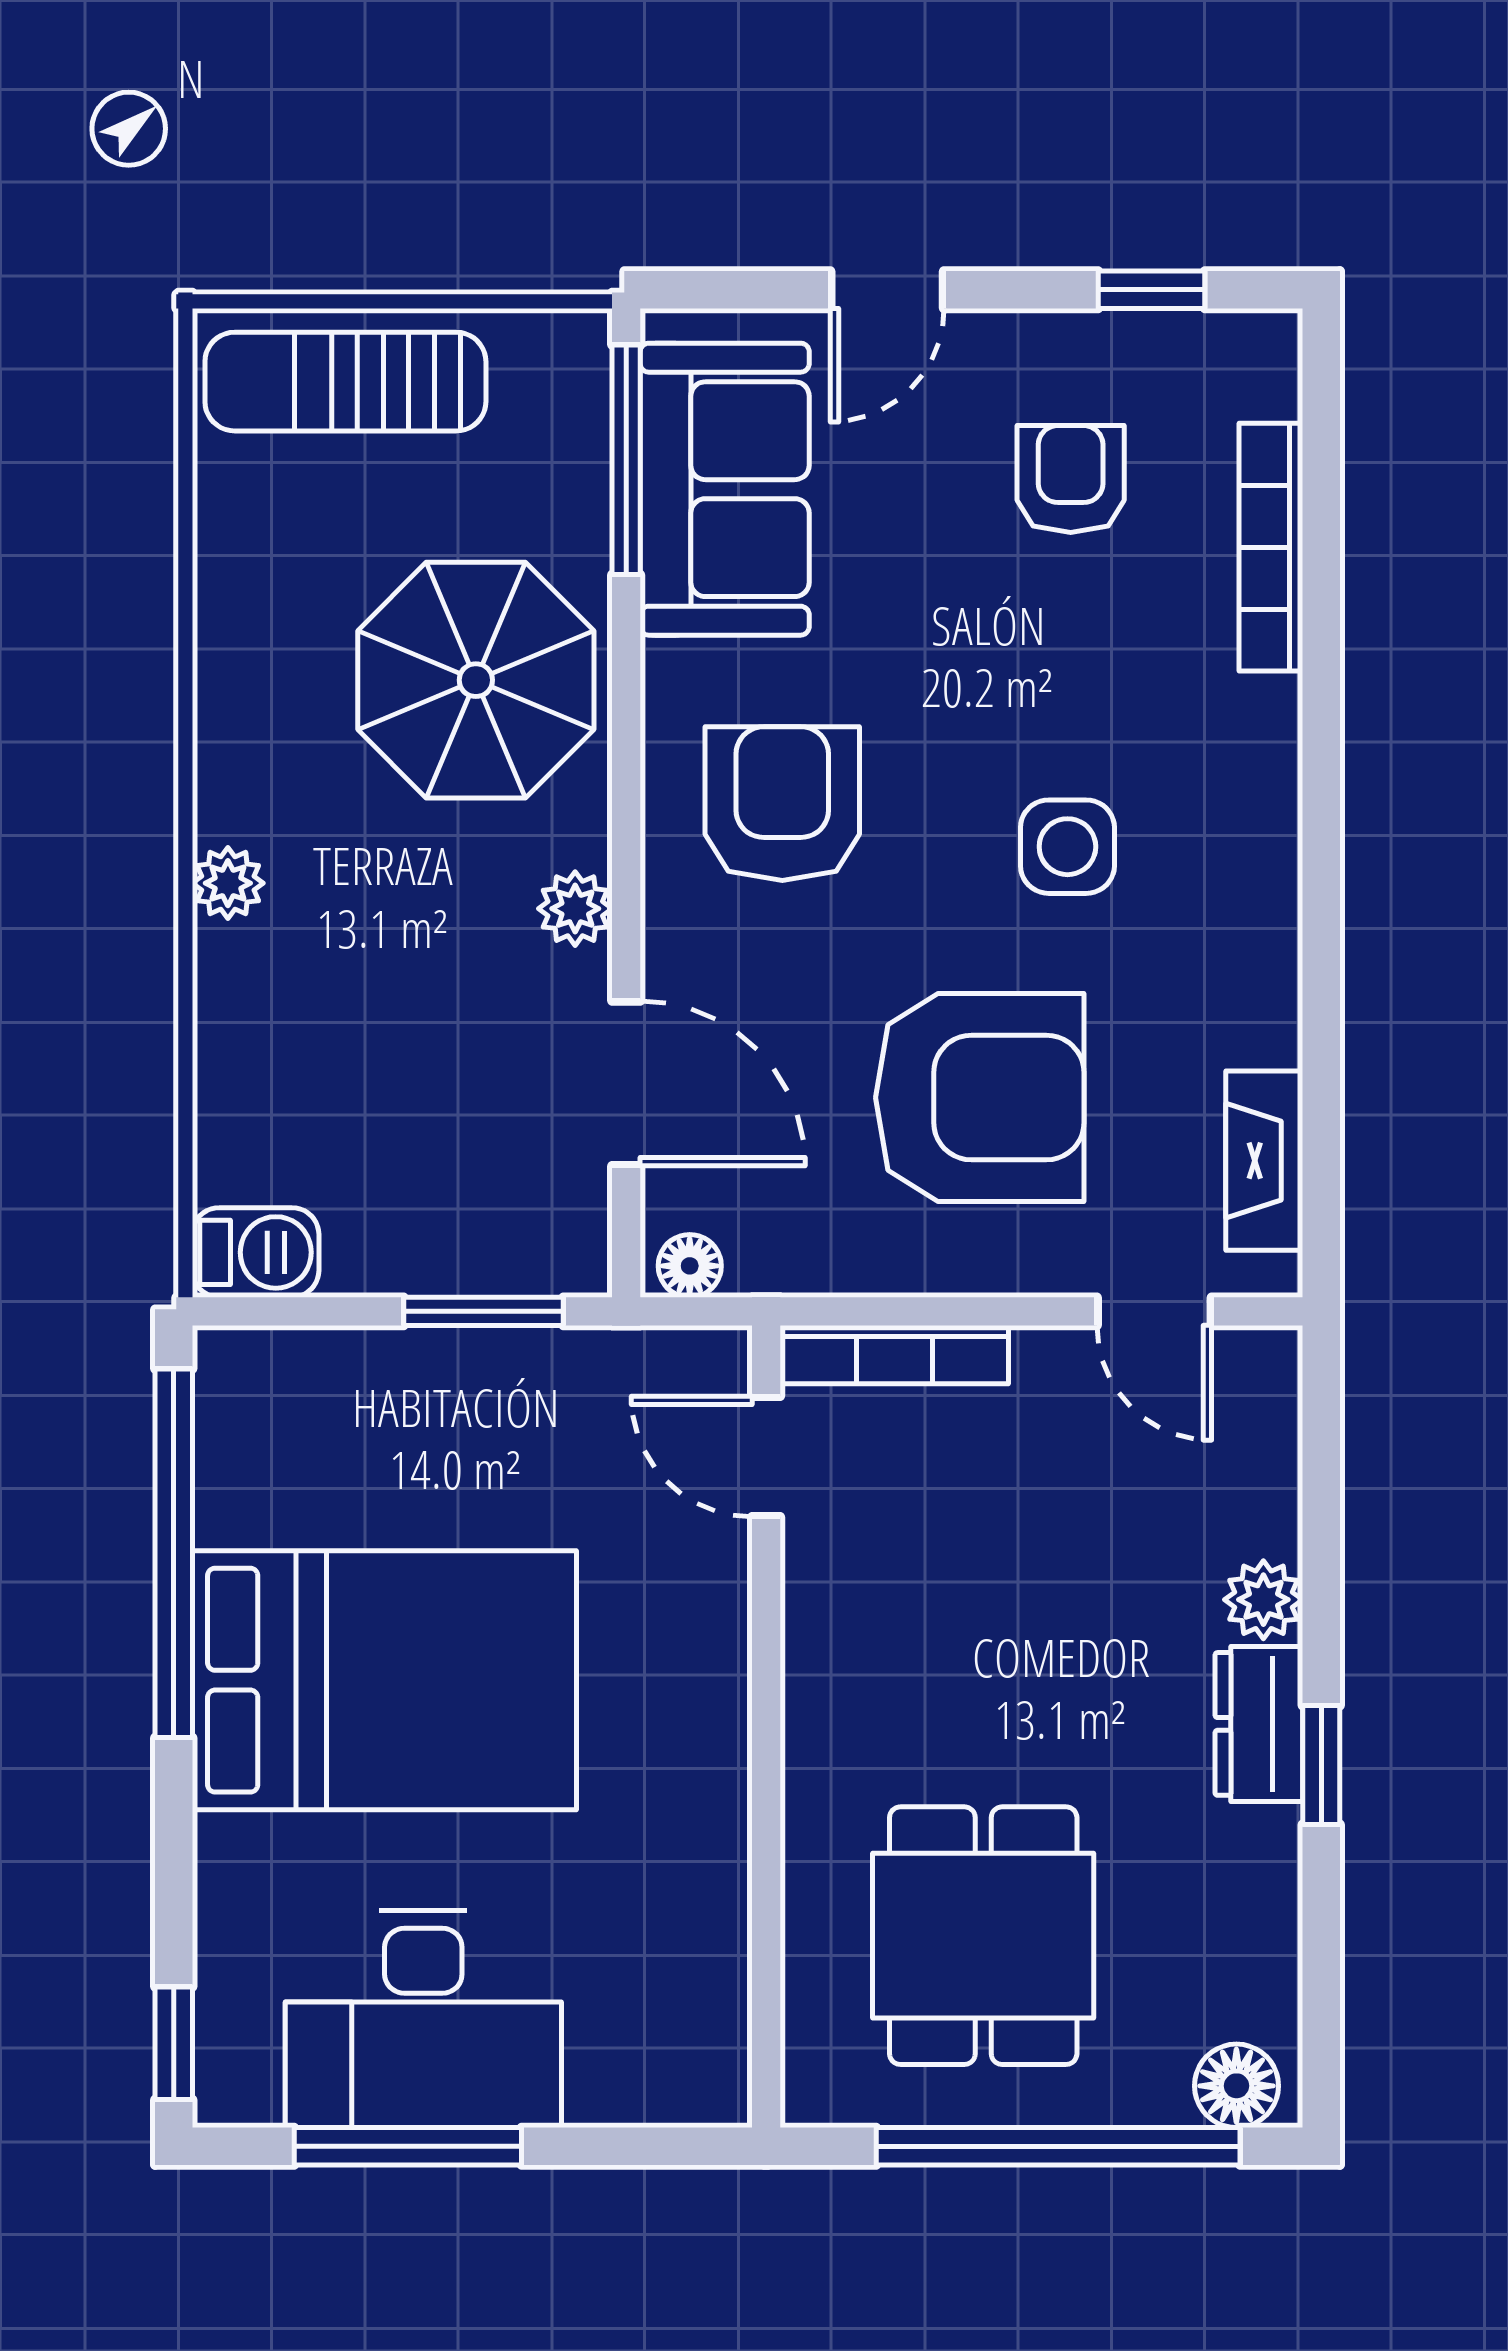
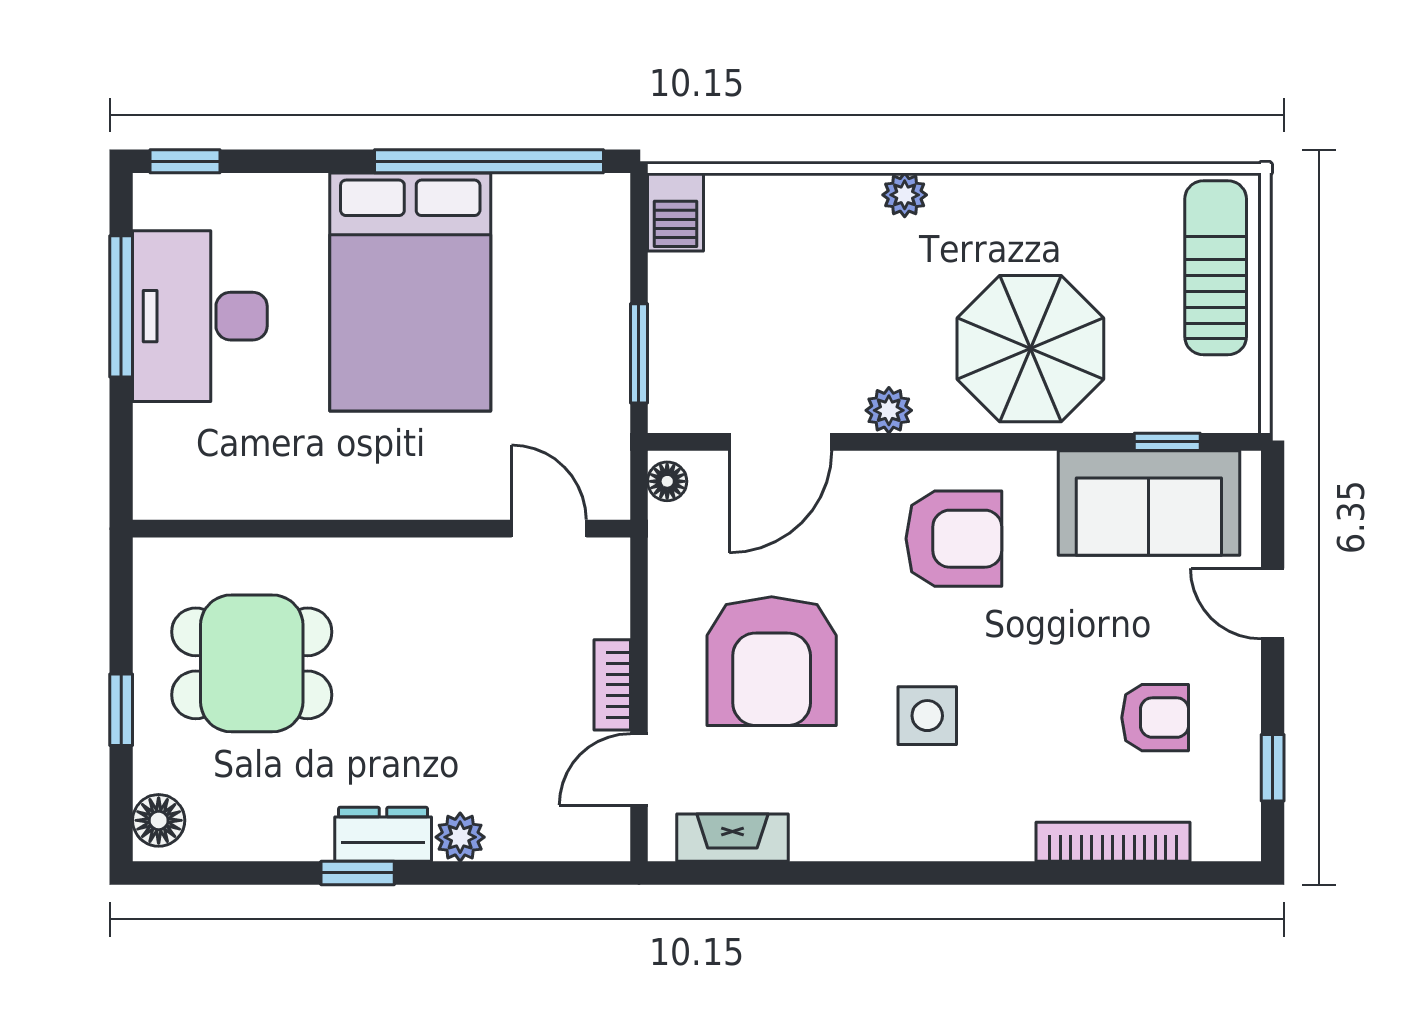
window: (626, 460) -> (1167, 442), width x0.46
bookcase: (894, 1355) -> (612, 685), moved, width x0.64
door: (766, 1456) -> (549, 529), hinge flipped
window: (1058, 2146) -> (121, 710), width x0.32

